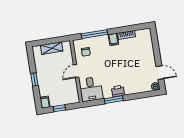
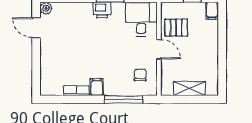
door: (76, 71) -> (159, 49), hinge flipped
window: (34, 80) -> (222, 46), removed
pallet: (67, 87) -> (176, 28), added

